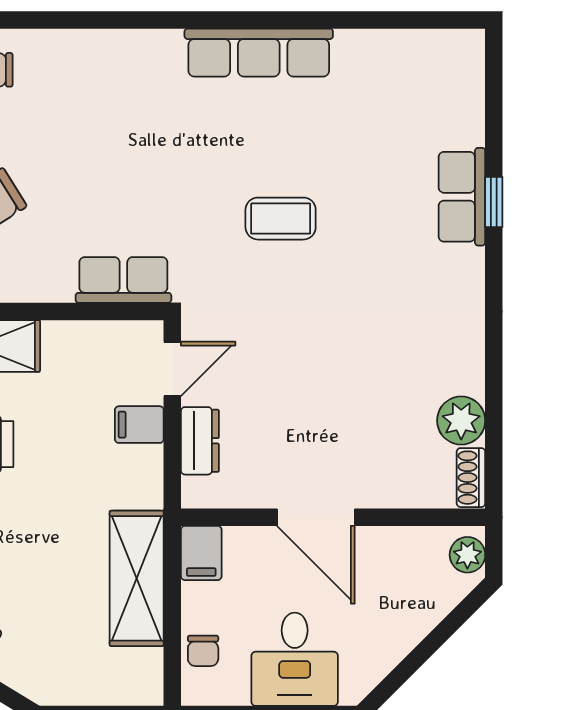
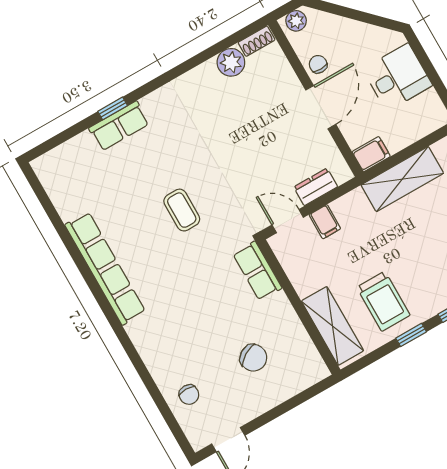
row of seats: (259, 53) -> (105, 268), width x1.36
chair: (203, 651) -> (318, 64), moved, turned -90

